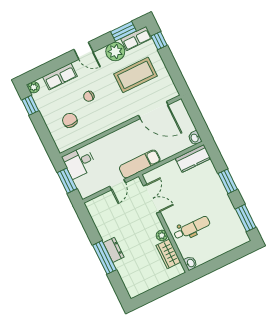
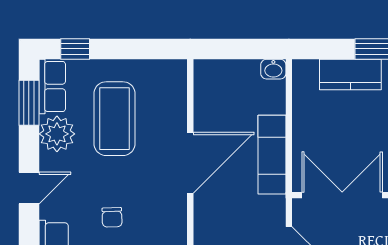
door: (153, 110) -> (190, 163), moved
kitchen counter: (193, 158) -> (350, 74), moved, turned 90
exam couch: (140, 164) -> (272, 155), moved
double door: (152, 199) -> (342, 195), width x1.37

